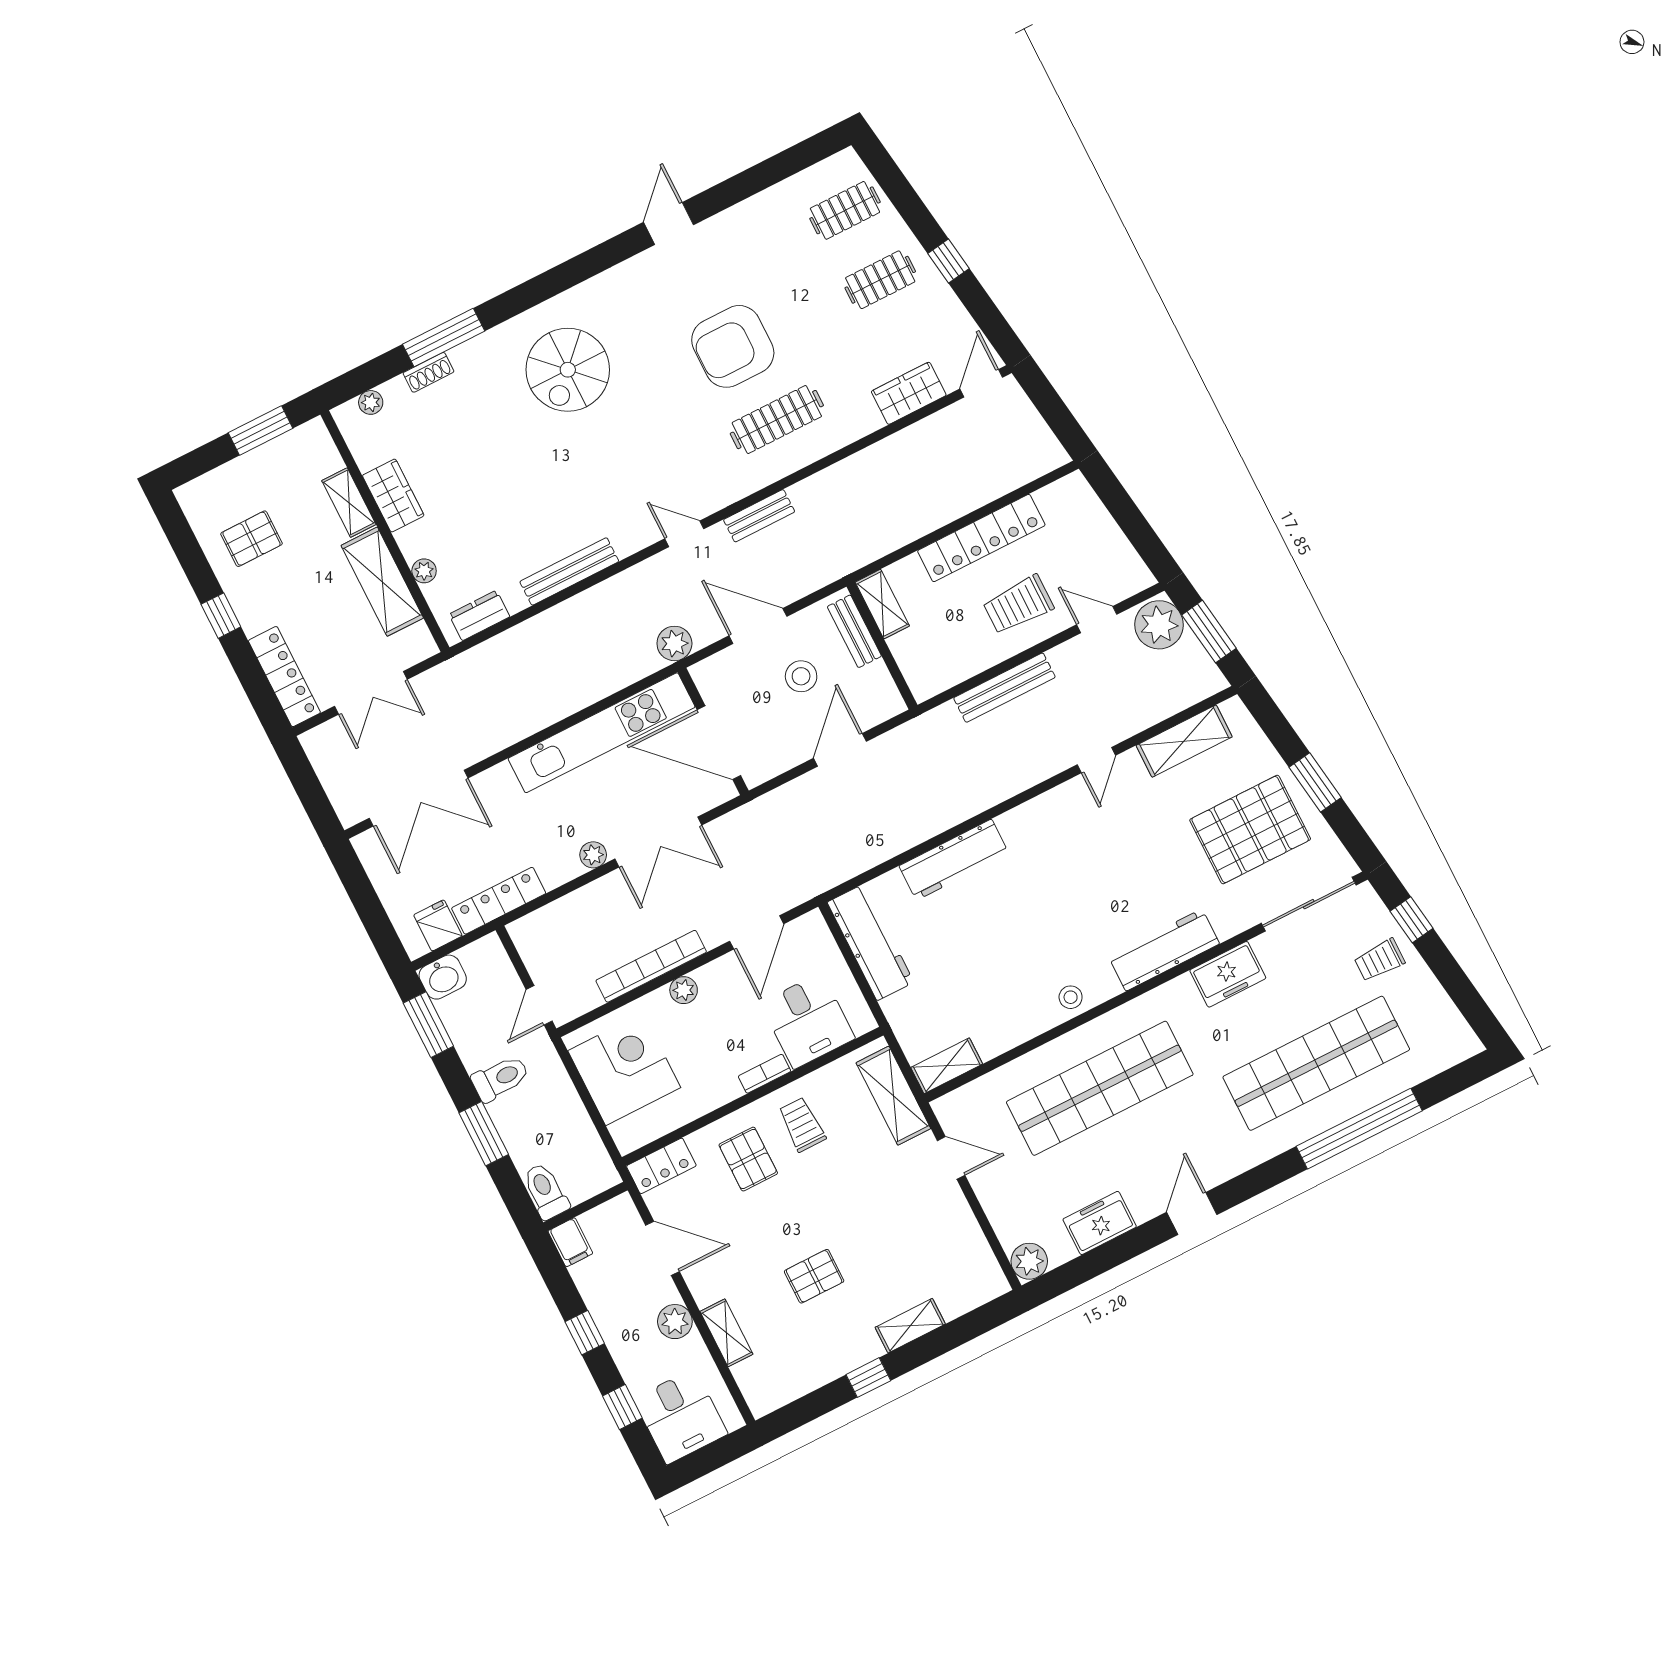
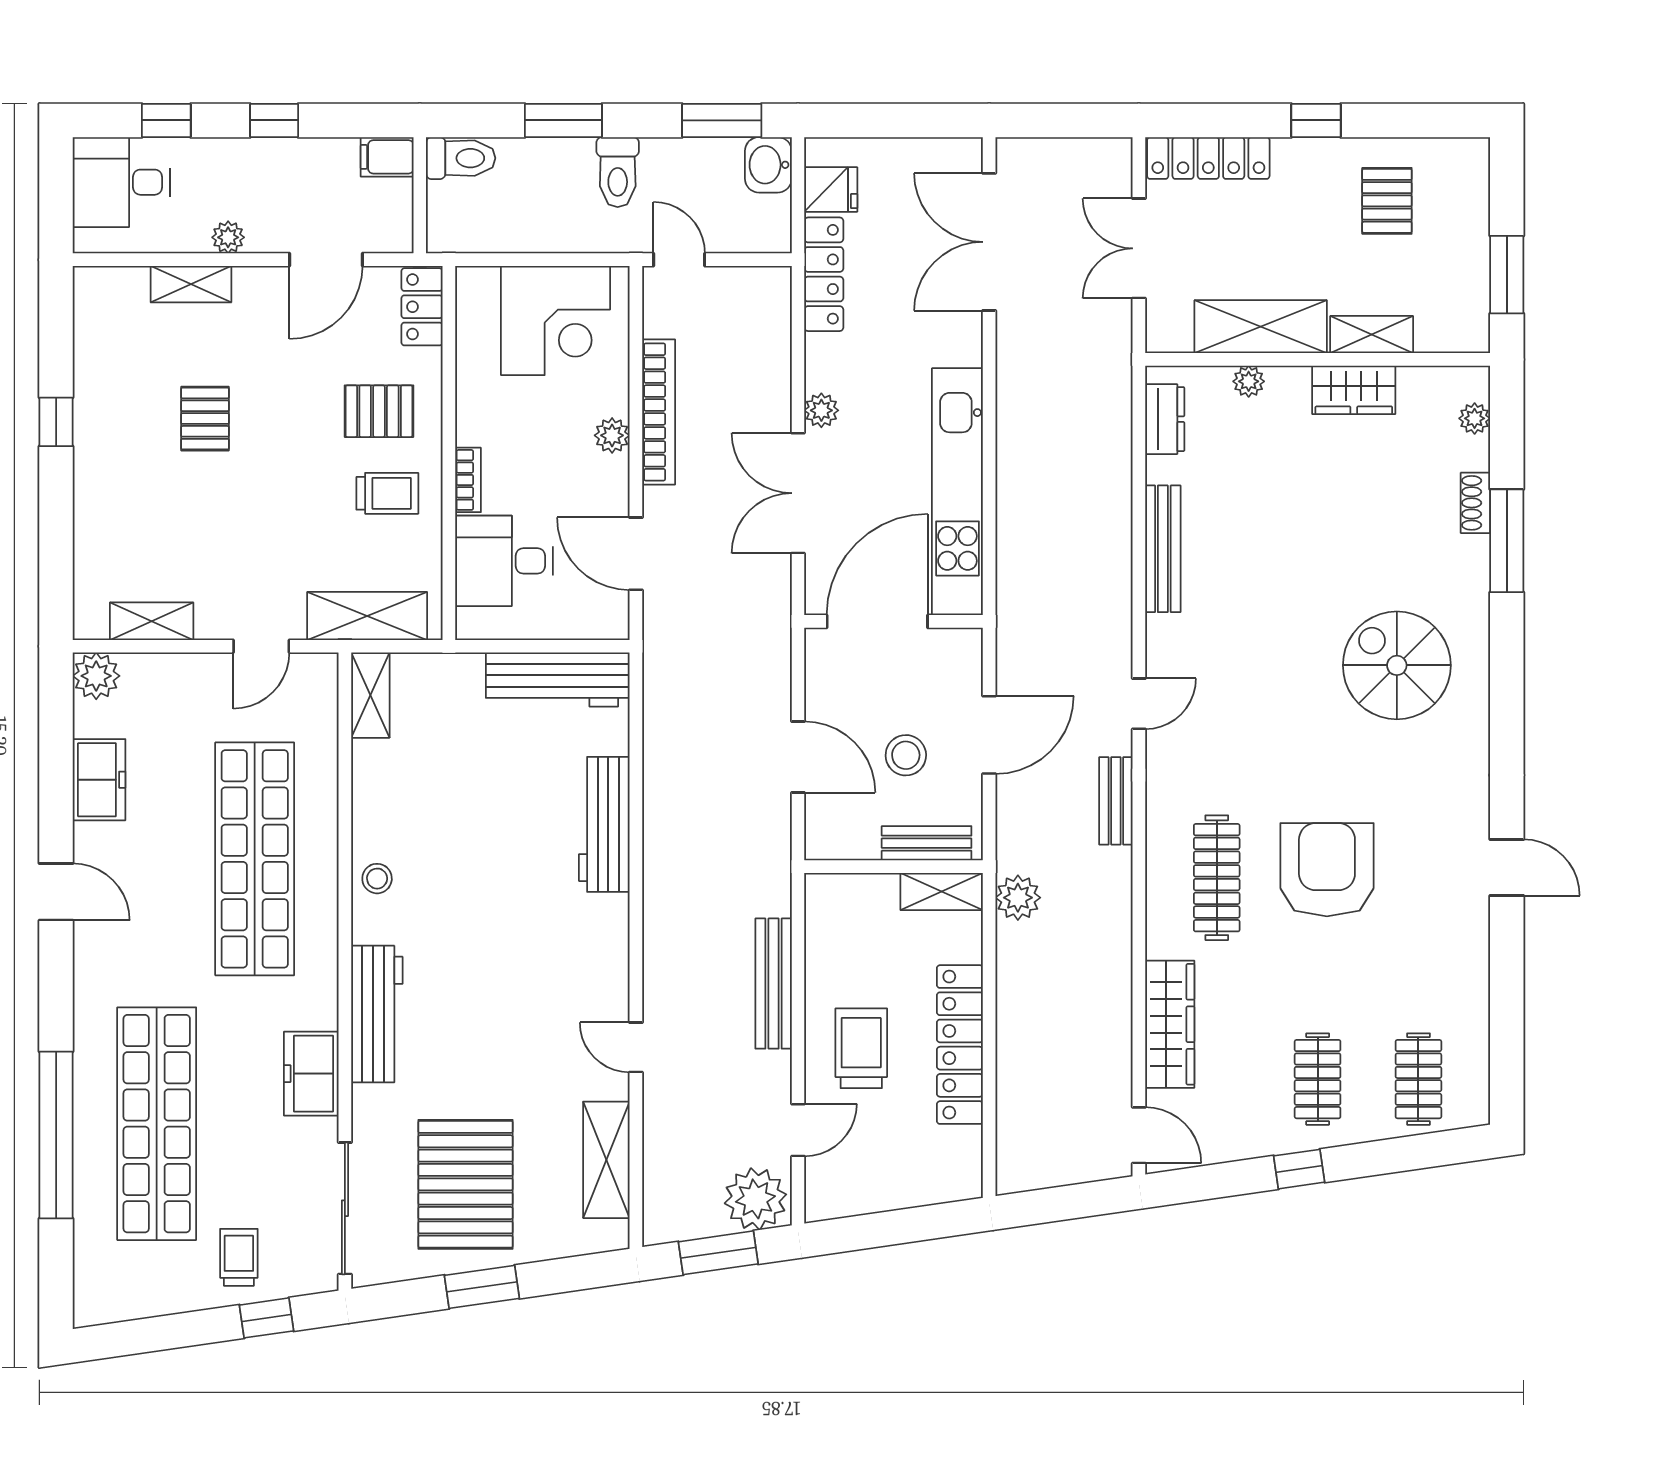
wardrobe: (909, 393) -> (1170, 1024), width x1.50
plant: (674, 643) -> (1018, 898), moved
plant: (675, 1322) -> (228, 237), width x0.73, depth x0.73
shelving: (910, 1326) -> (152, 621), moved, turned 90

